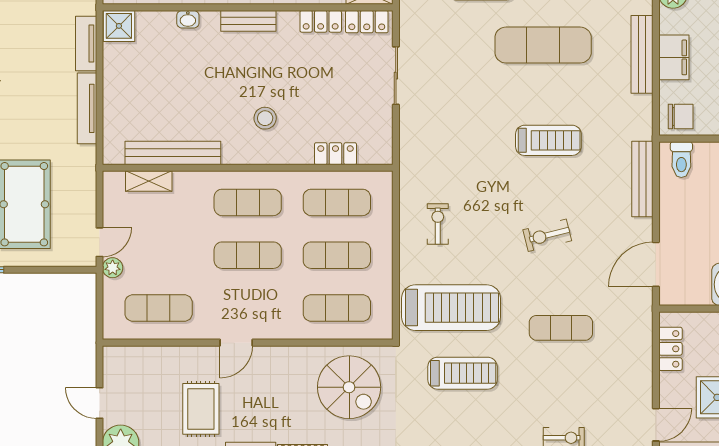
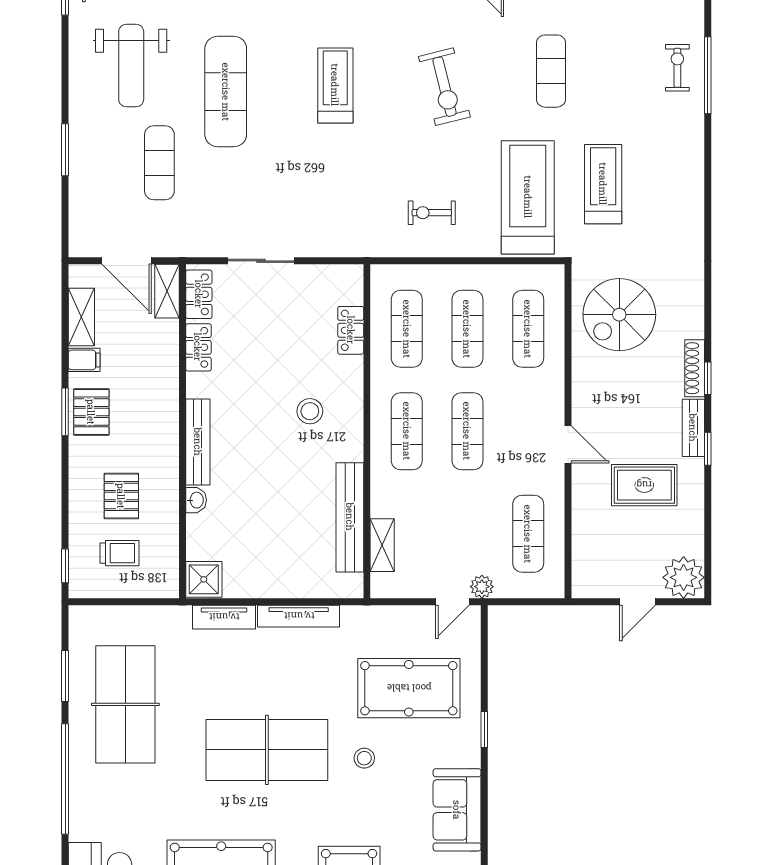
bench: (248, 21) -> (198, 442), width x1.36
exercise bike: (547, 235) -> (444, 87), width x1.38, depth x1.39
door: (100, 242) -> (452, 602), swing flipped
spiral stairs: (349, 387) -> (619, 315), turned 180

